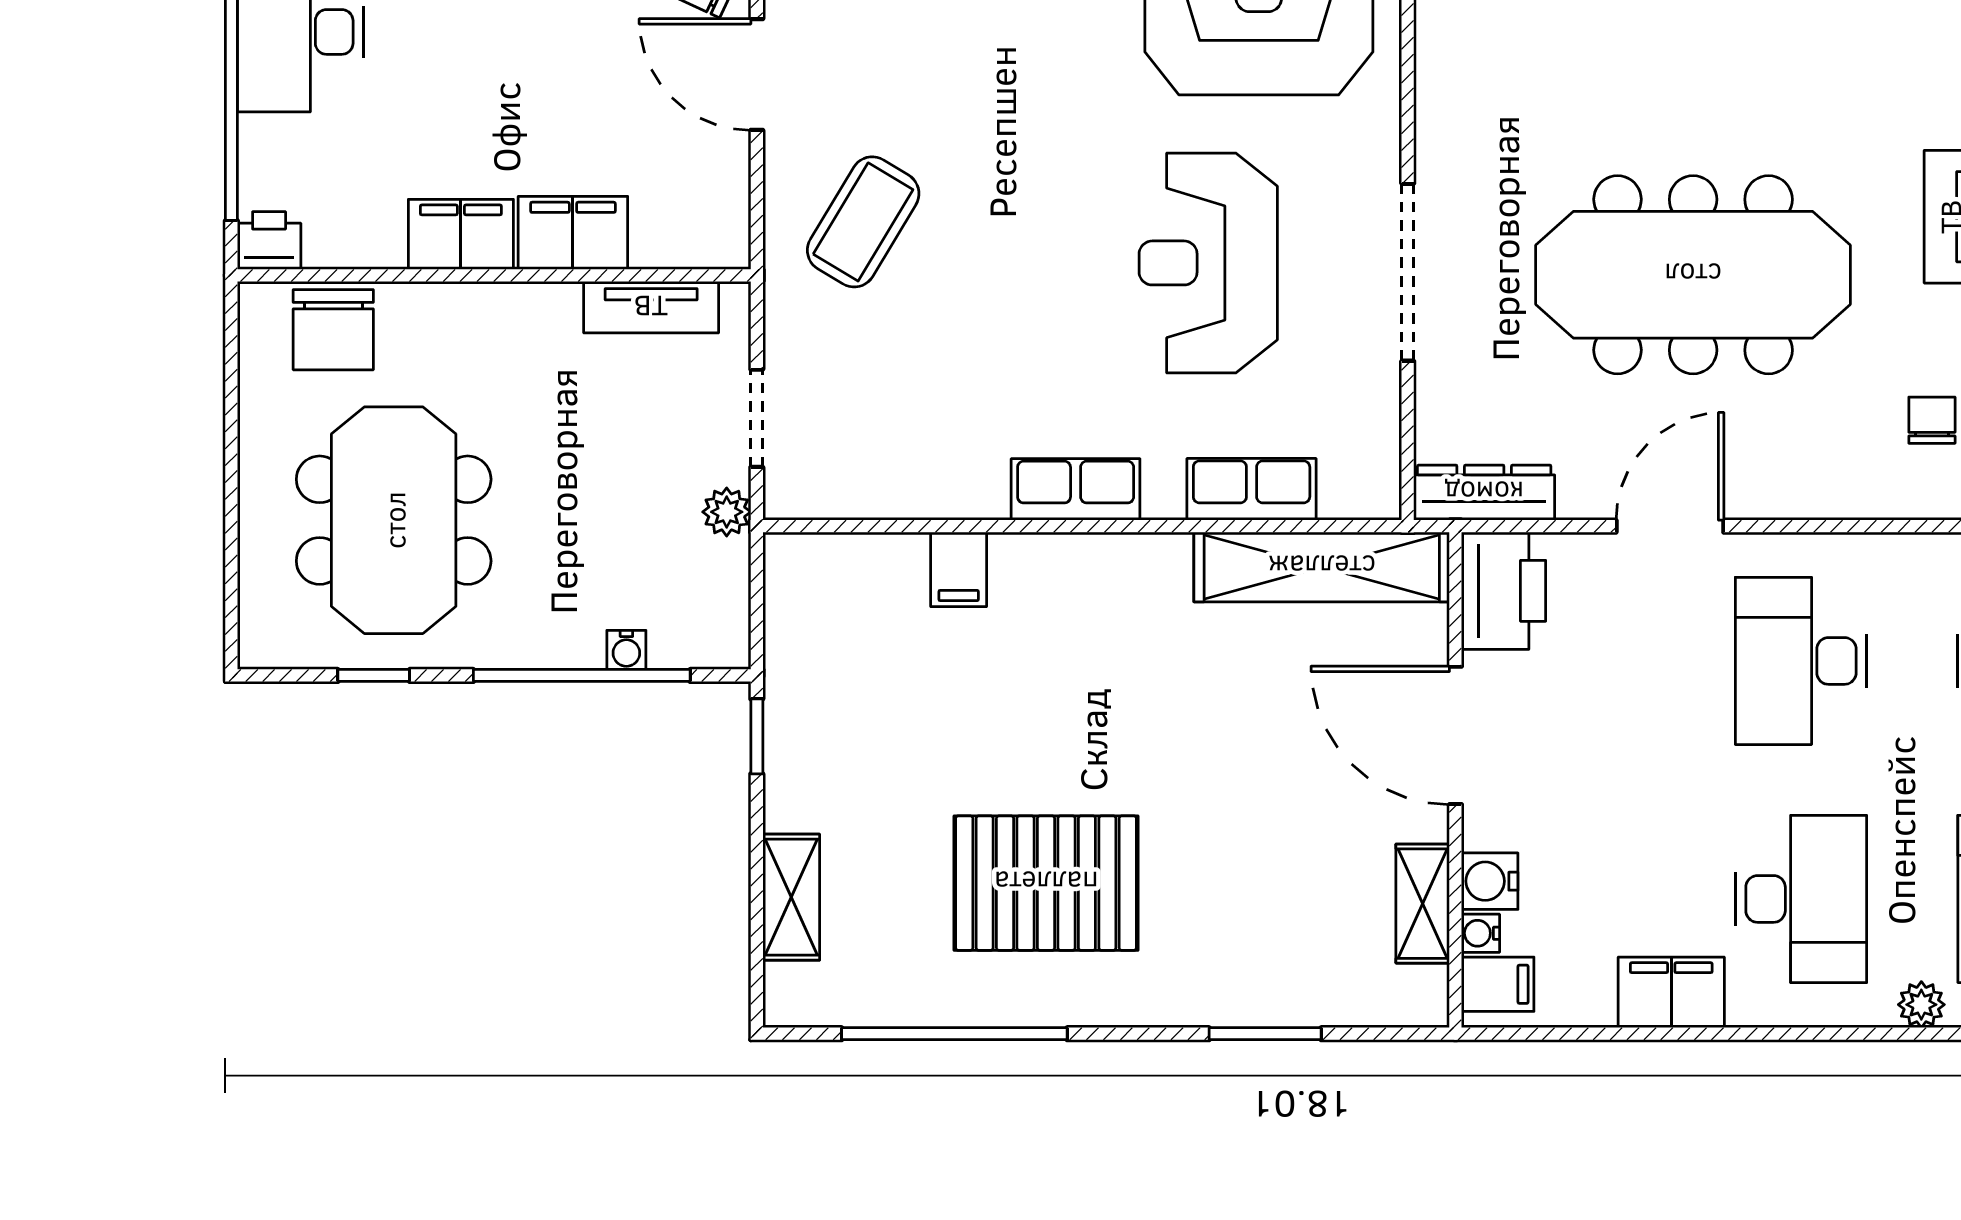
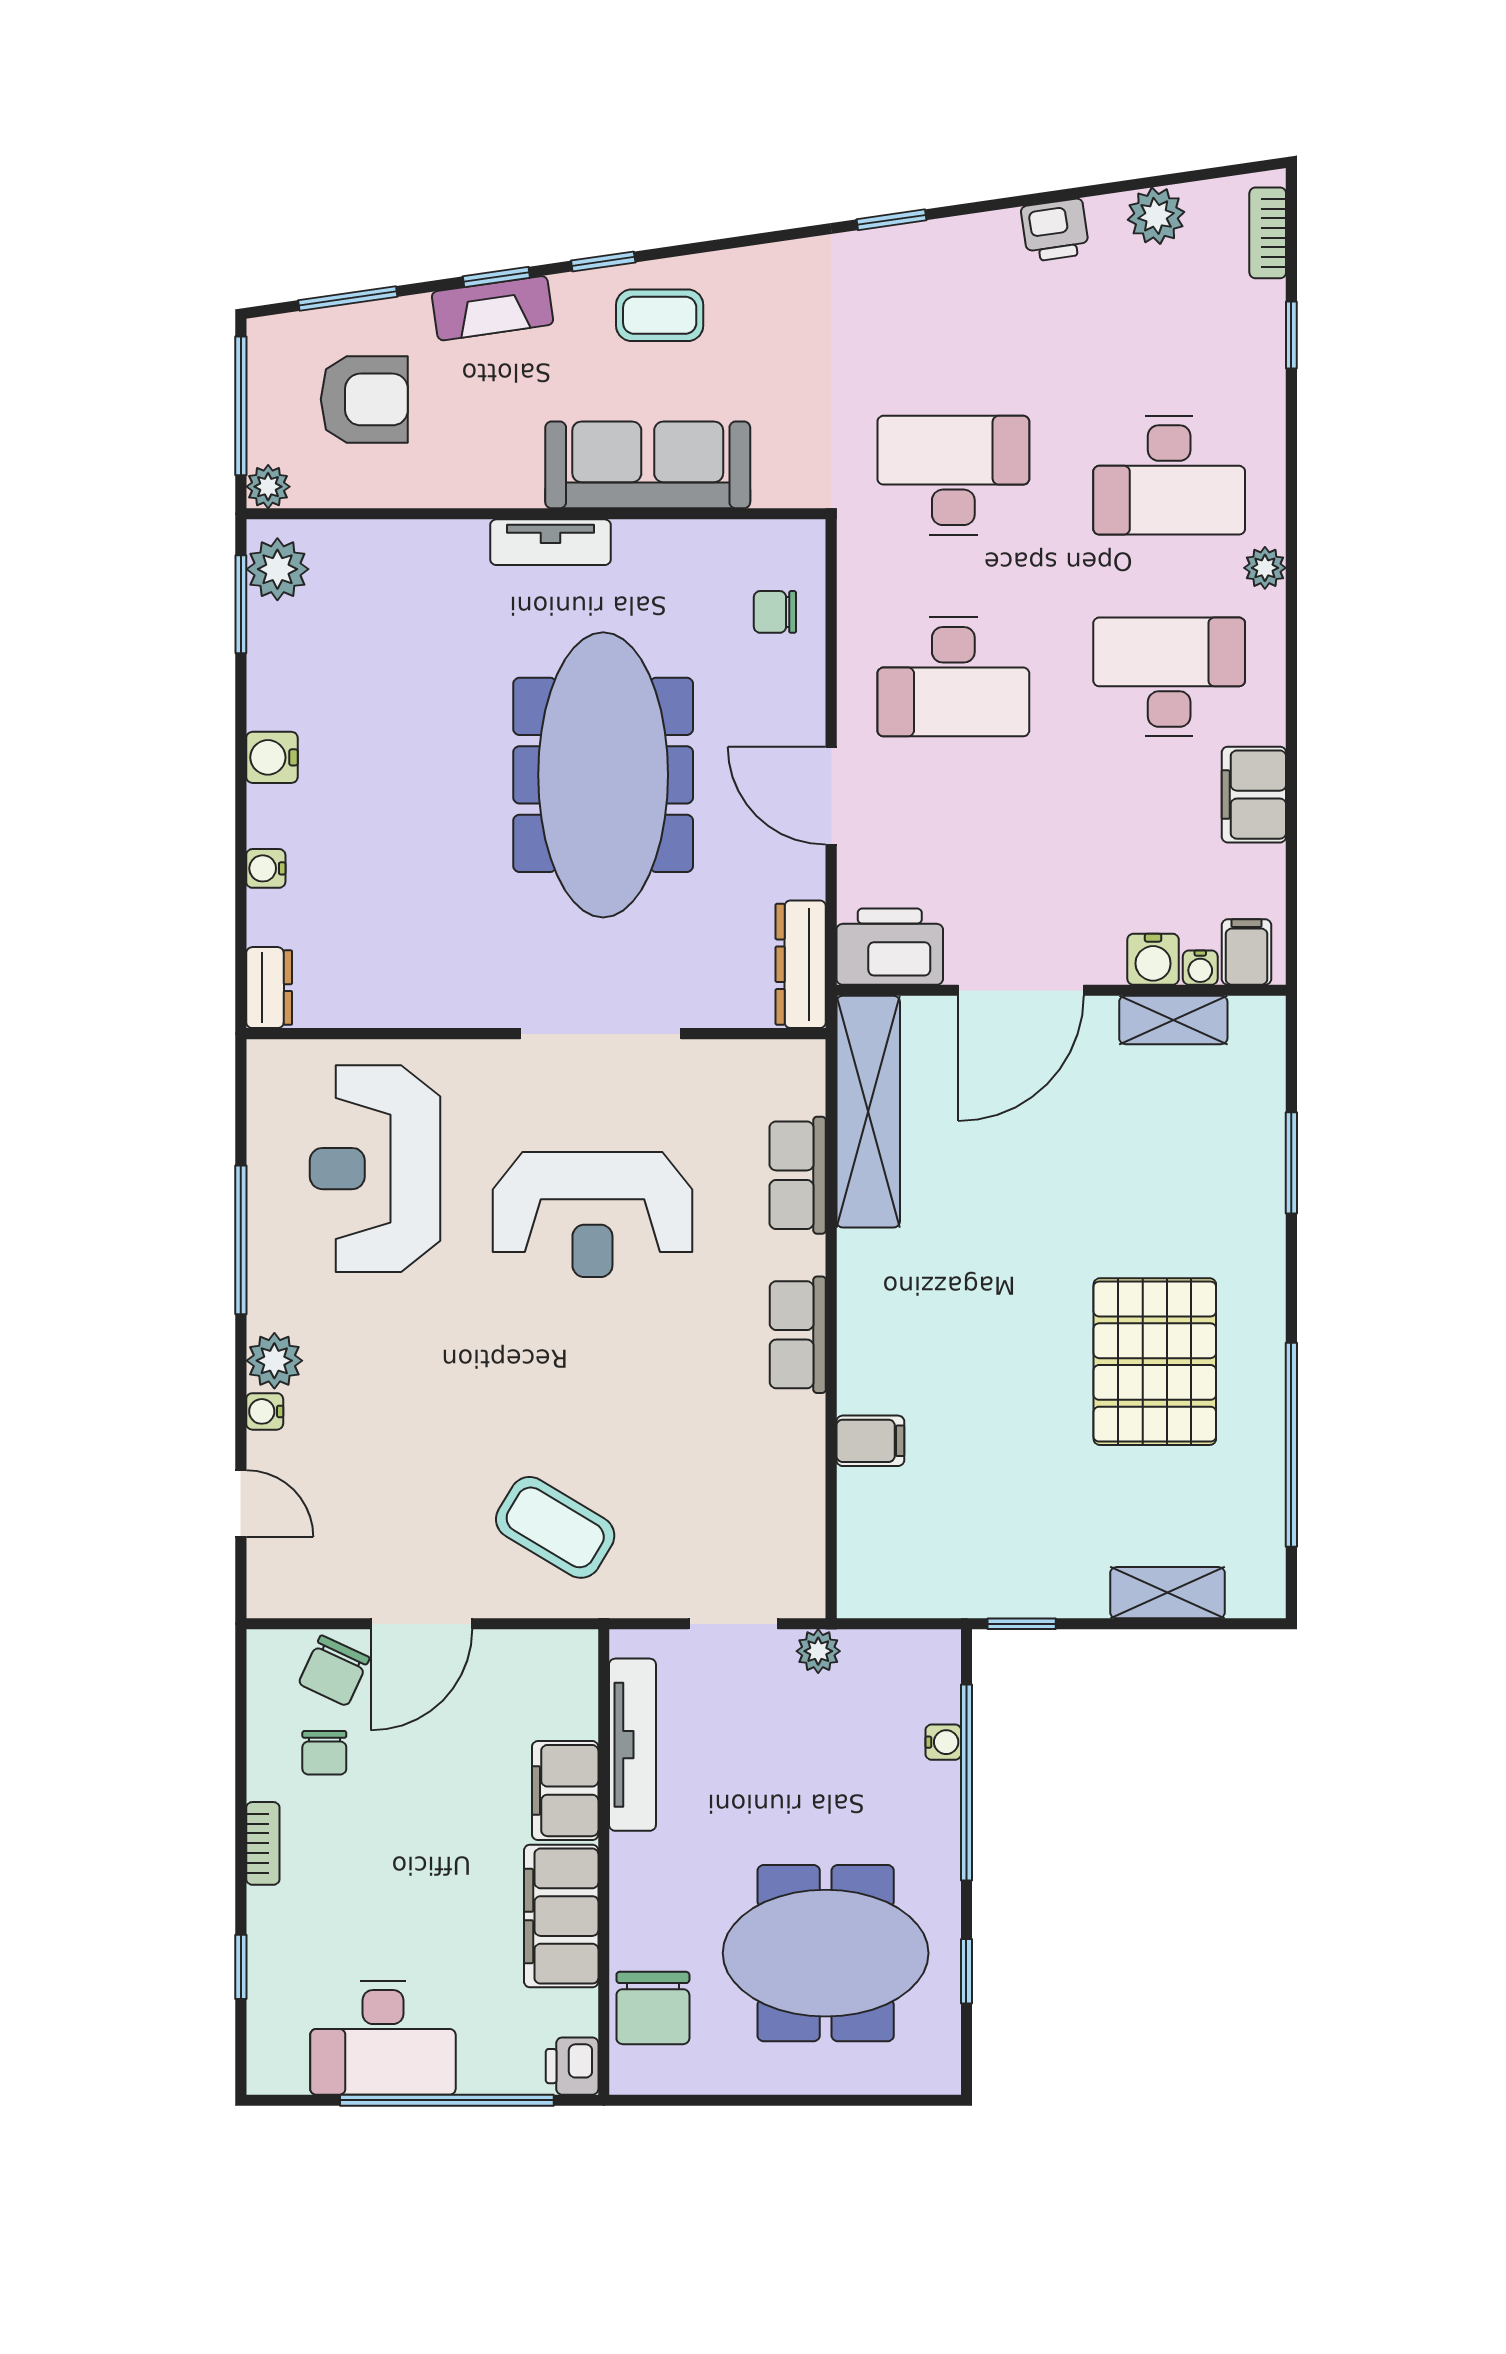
filing cabinet: (461, 234) -> (561, 1916), width x1.50, depth x1.17
tv unit: (651, 307) -> (632, 1745), width x1.41
chair: (333, 330) -> (653, 2008), turned 90
chair: (1932, 420) -> (775, 612), moved

